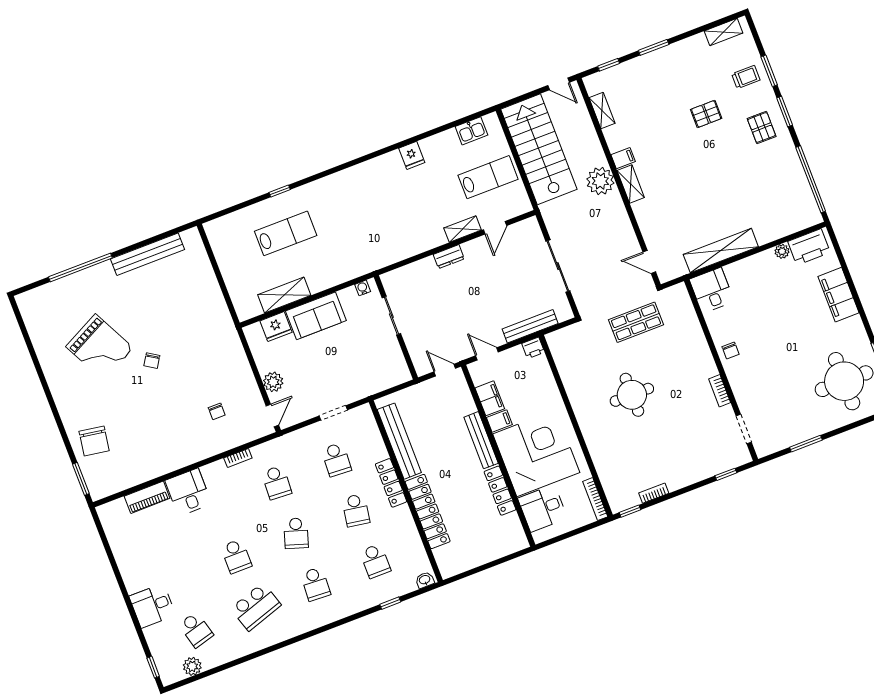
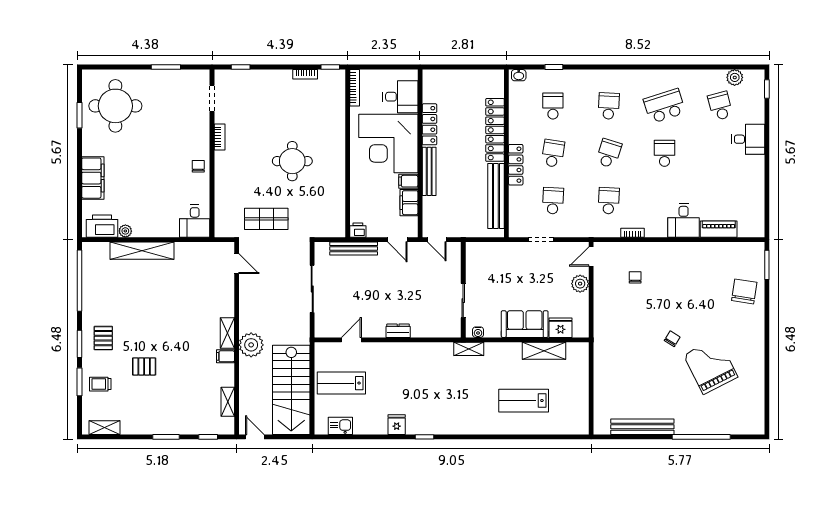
window: (280, 191) -> (424, 437), moved
shelving: (463, 229) -> (469, 349), moved
shelving: (721, 251) -> (142, 251), moved

